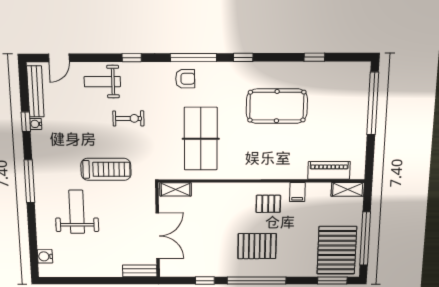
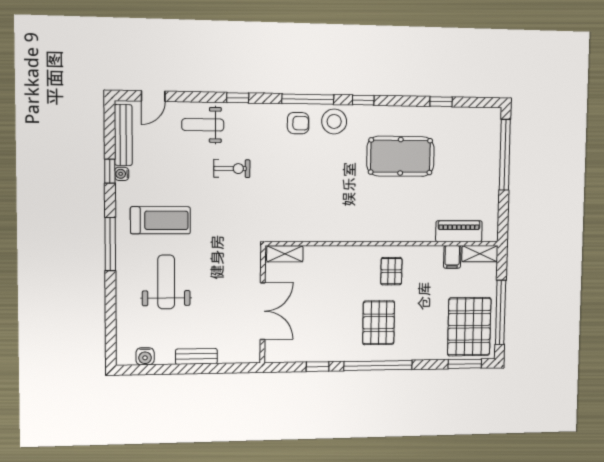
stool: (217, 77) -> (334, 121), added
table tennis table: (201, 139) -> (315, 193), removed
treadmill: (106, 169) -> (160, 220), moved
filing cabinet: (297, 192) -> (452, 257), moved
pallet: (268, 204) -> (391, 271), turned 90
pallet: (257, 246) -> (379, 323), turned 90
water cooler: (45, 256) -> (145, 356), moved, turned -90
bench: (140, 271) -> (196, 356), moved

